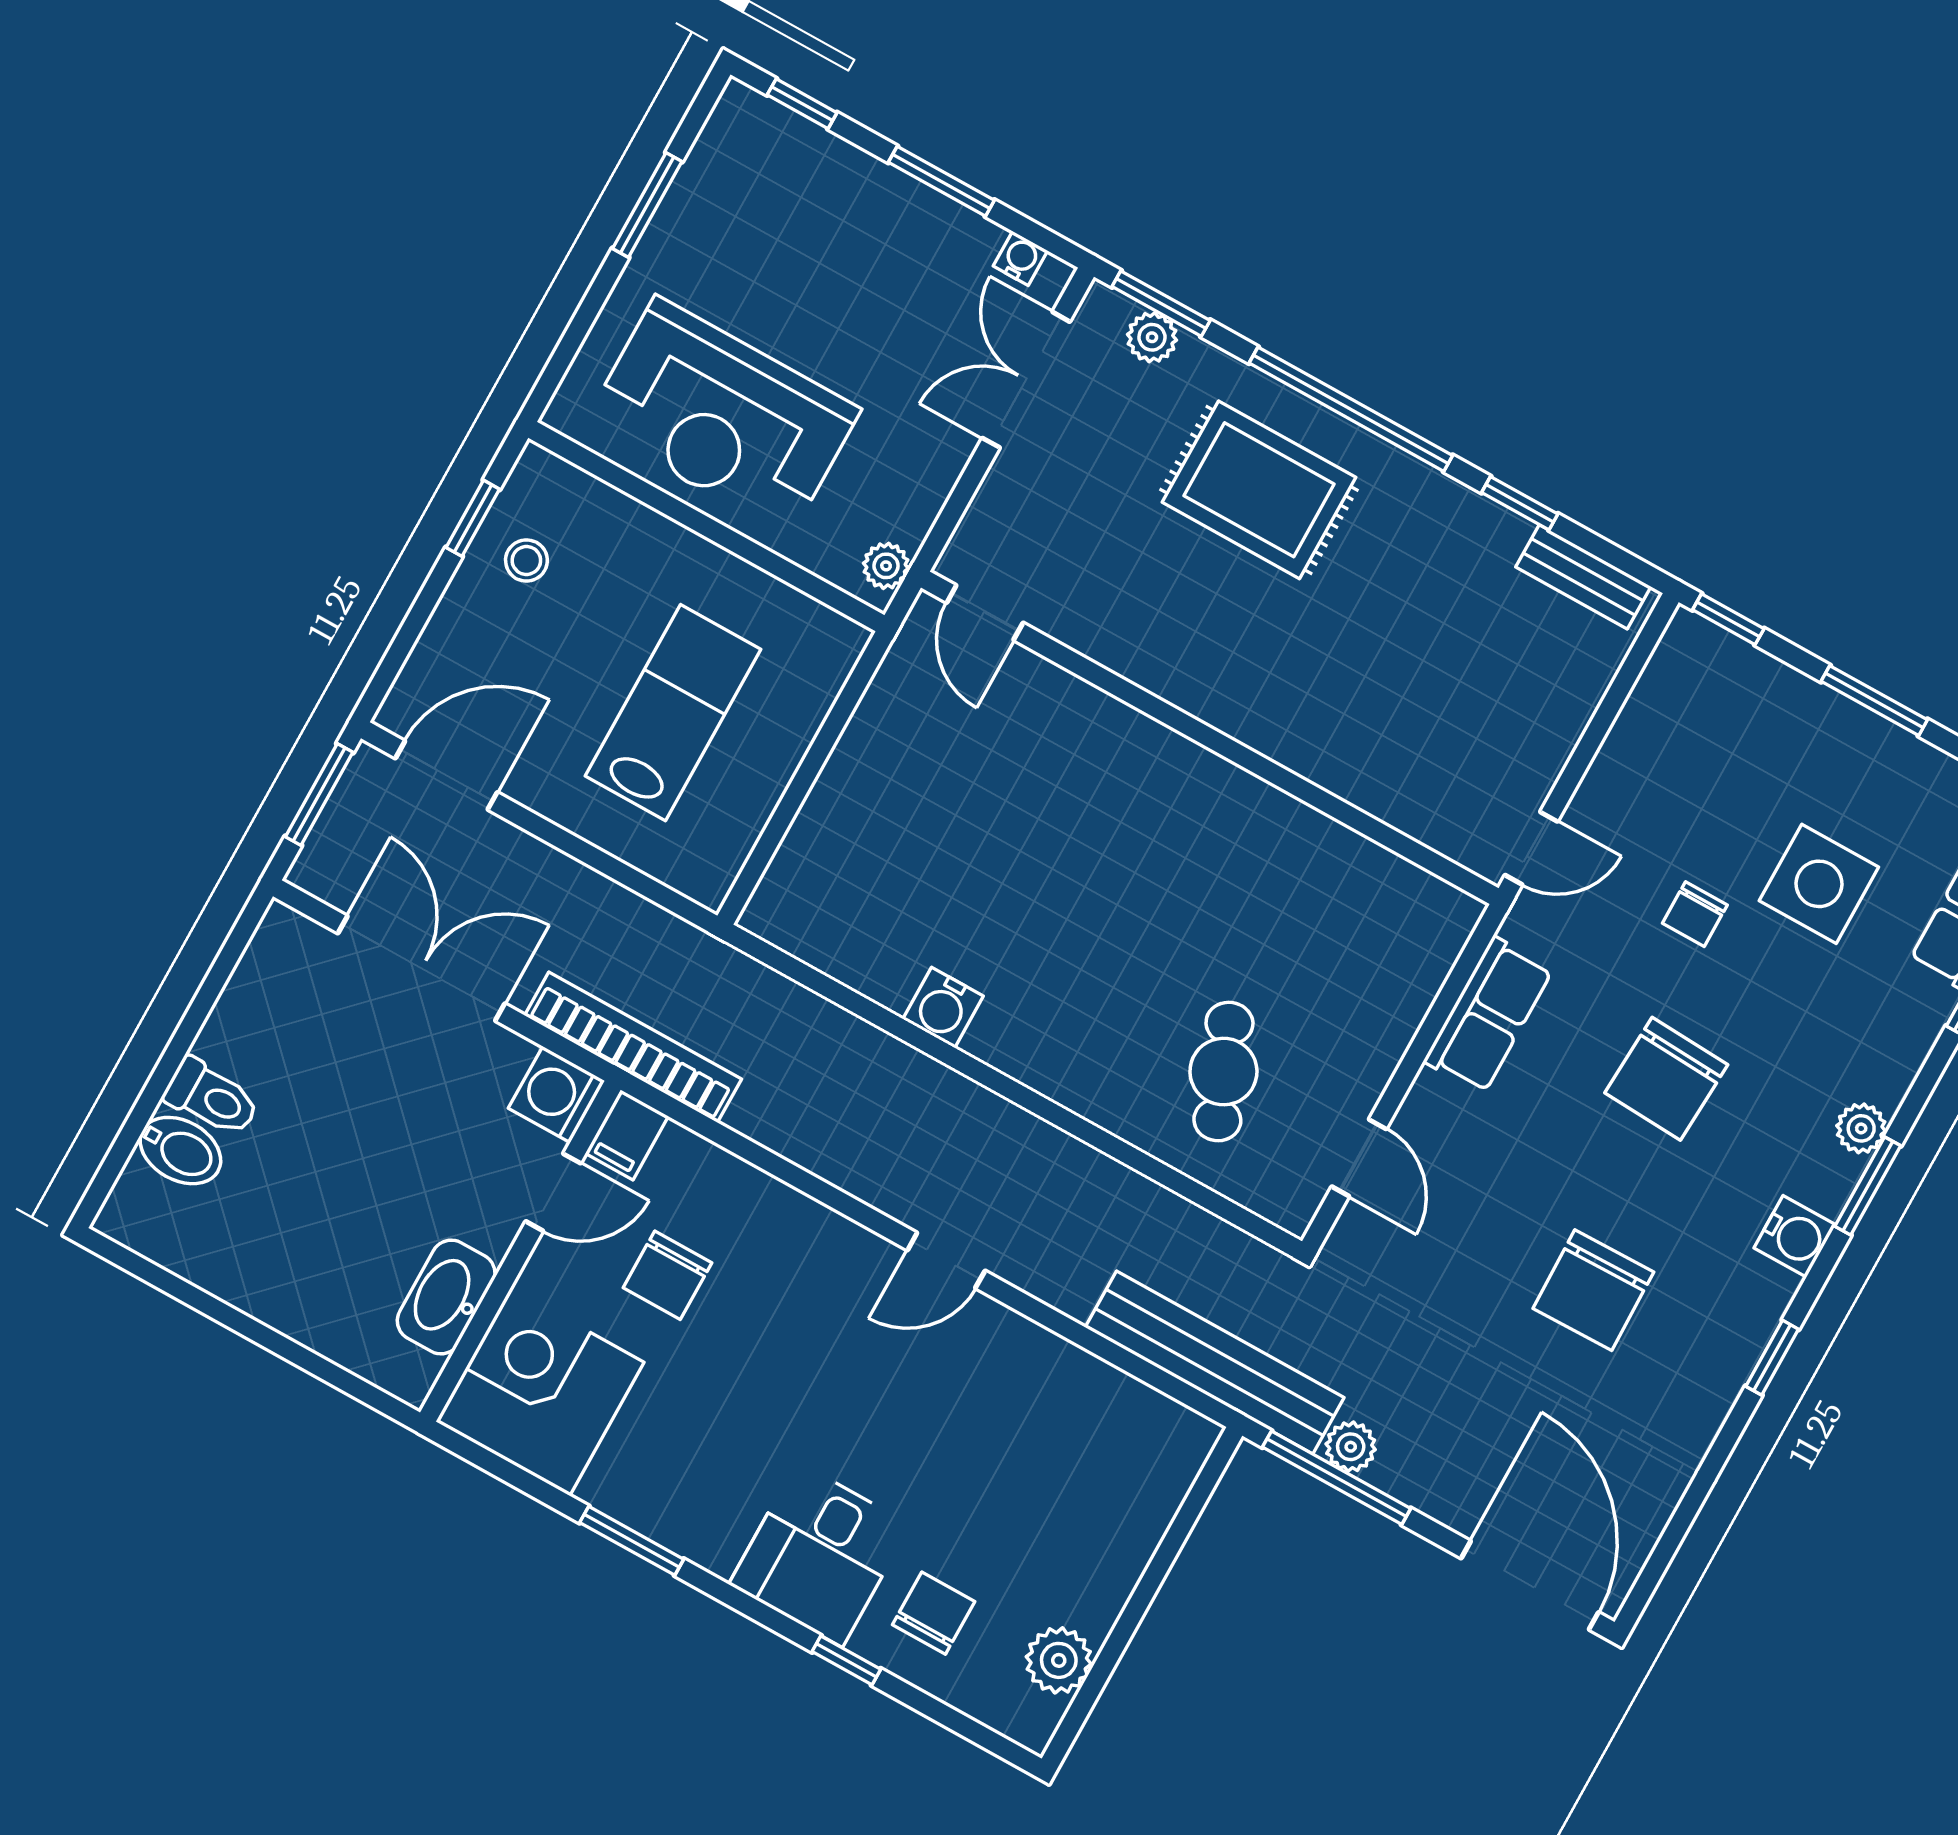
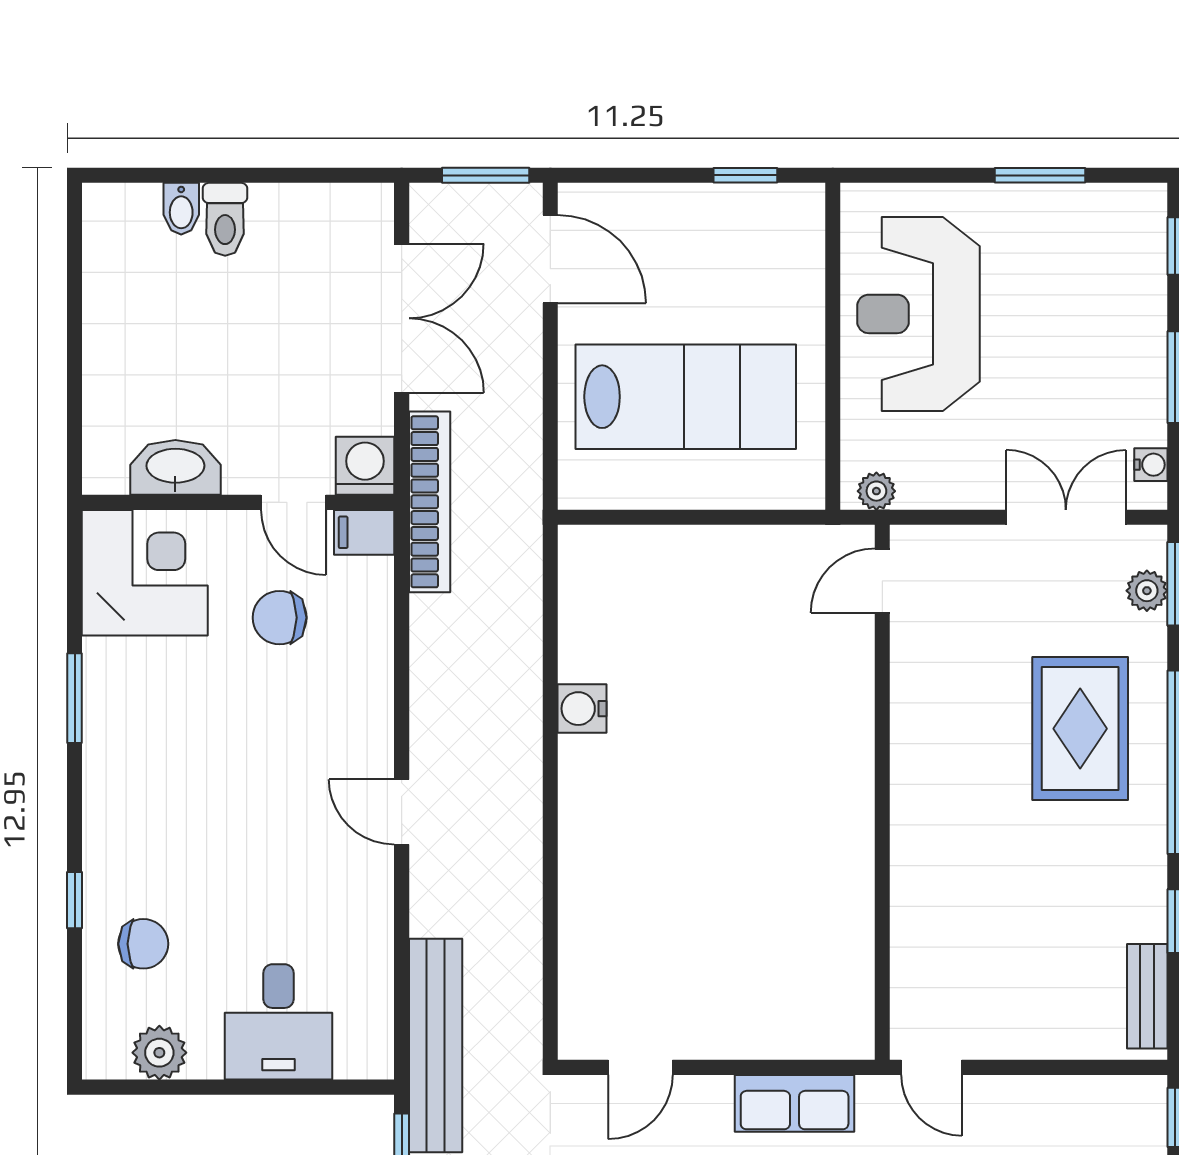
stool: (526, 561) -> (736, 231), removed
lab bench: (673, 713) -> (686, 397), width x1.36, depth x1.39
cafe table: (1223, 1072) -> (648, 936), removed
bidet: (180, 1151) -> (181, 209), width x0.72, depth x0.74
desk: (820, 1555) -> (278, 1022), moved, turned -90

